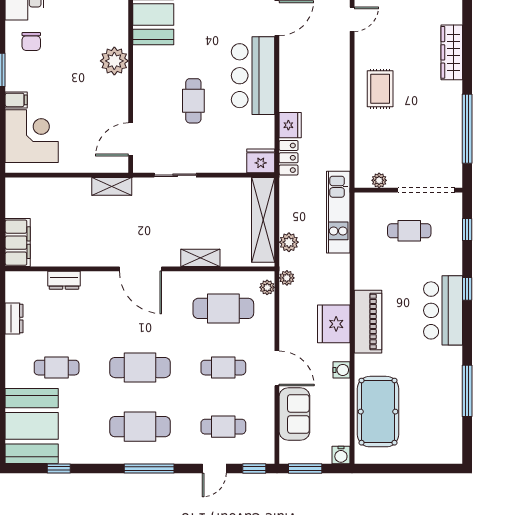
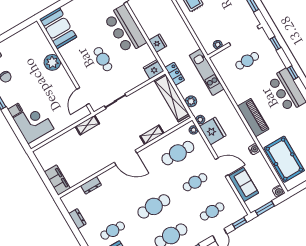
locker: (289, 158) -> (175, 74), moved
fridge: (334, 324) -> (213, 131), moved, turned 180

